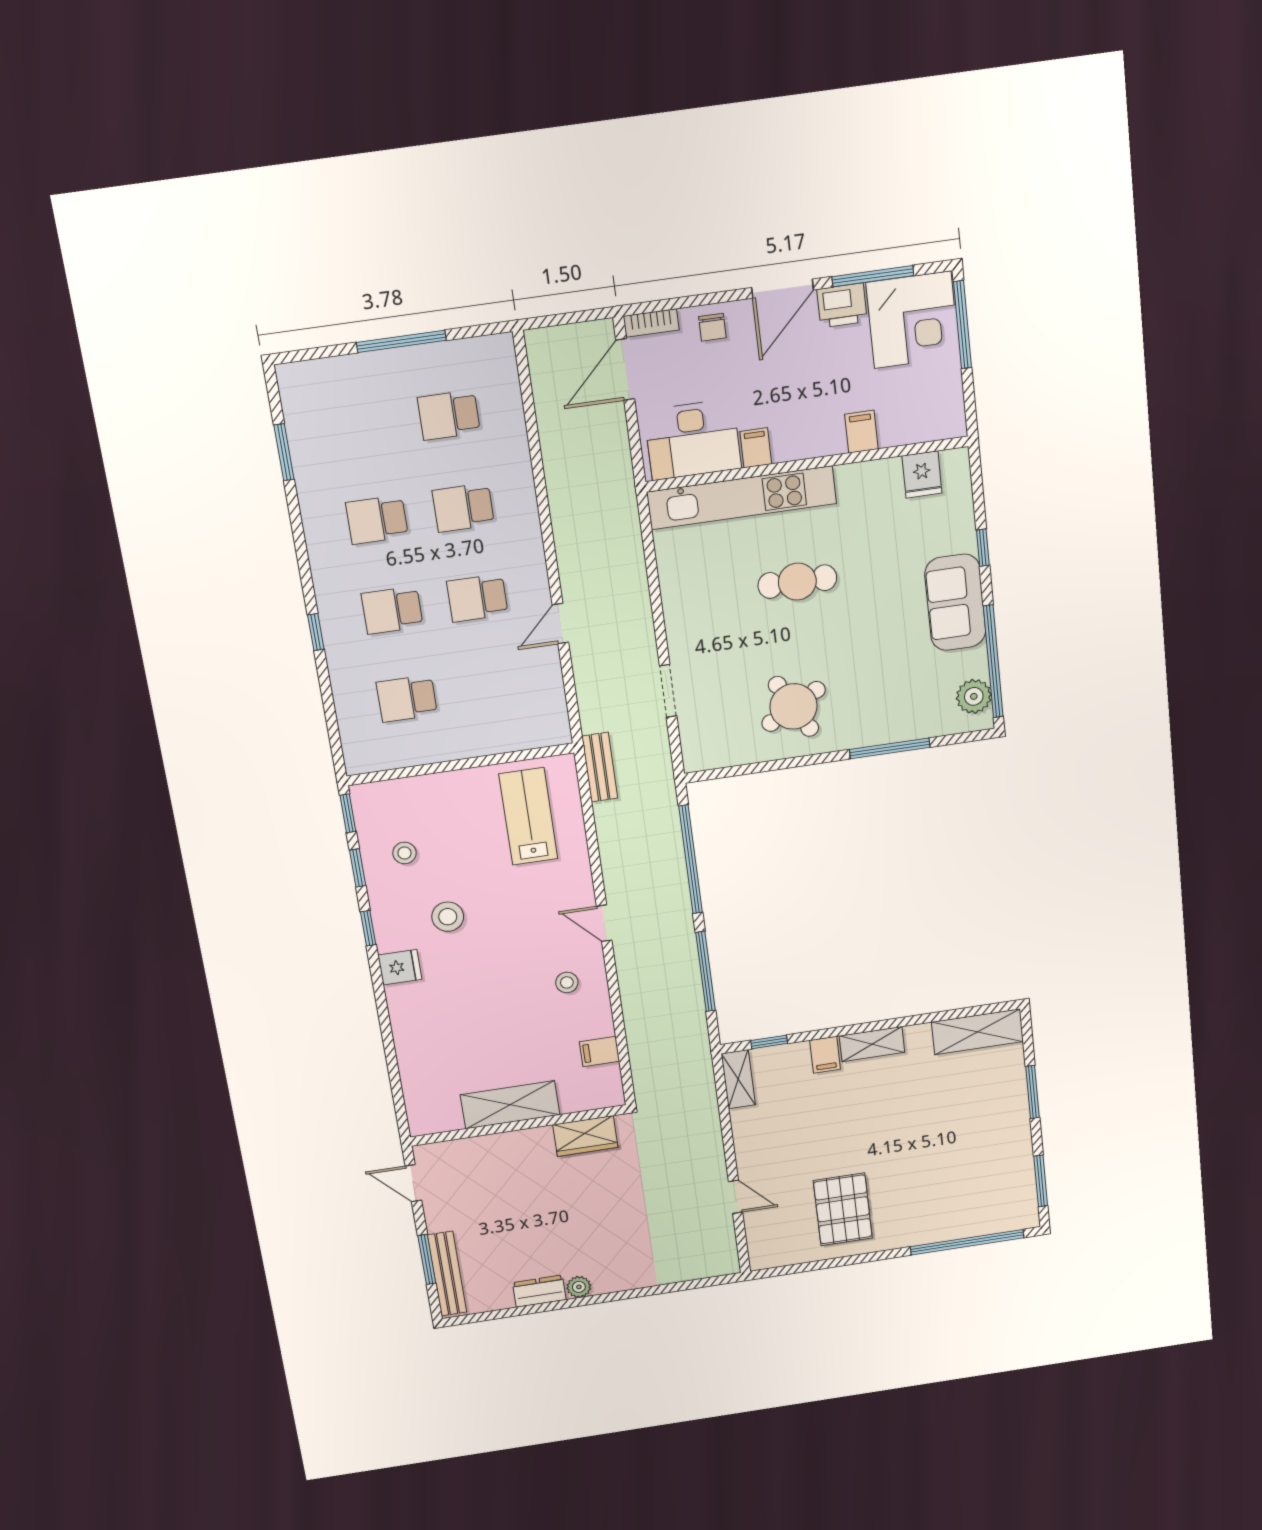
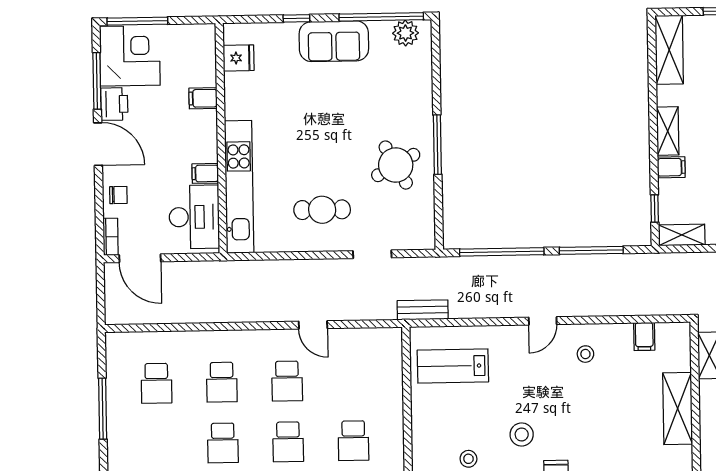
cafe table: (797, 582) -> (322, 210), moved, turned 90
window: (890, 748) -> (437, 145), moved

